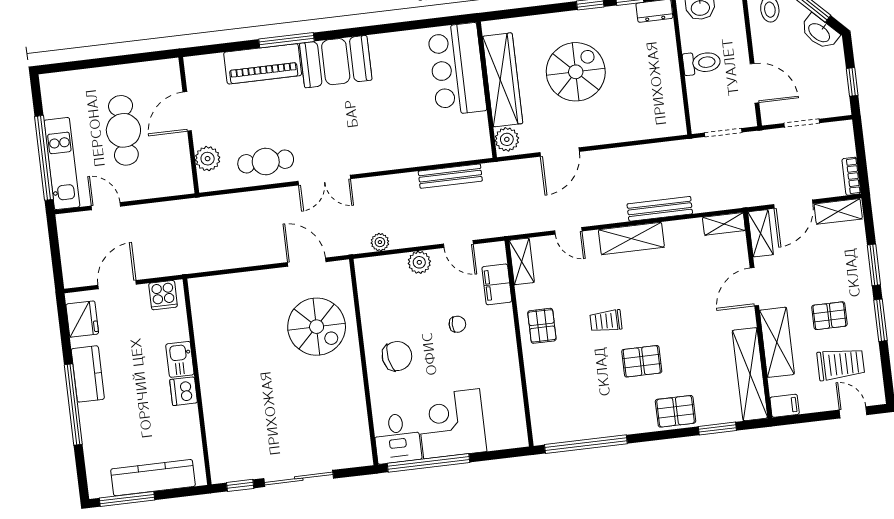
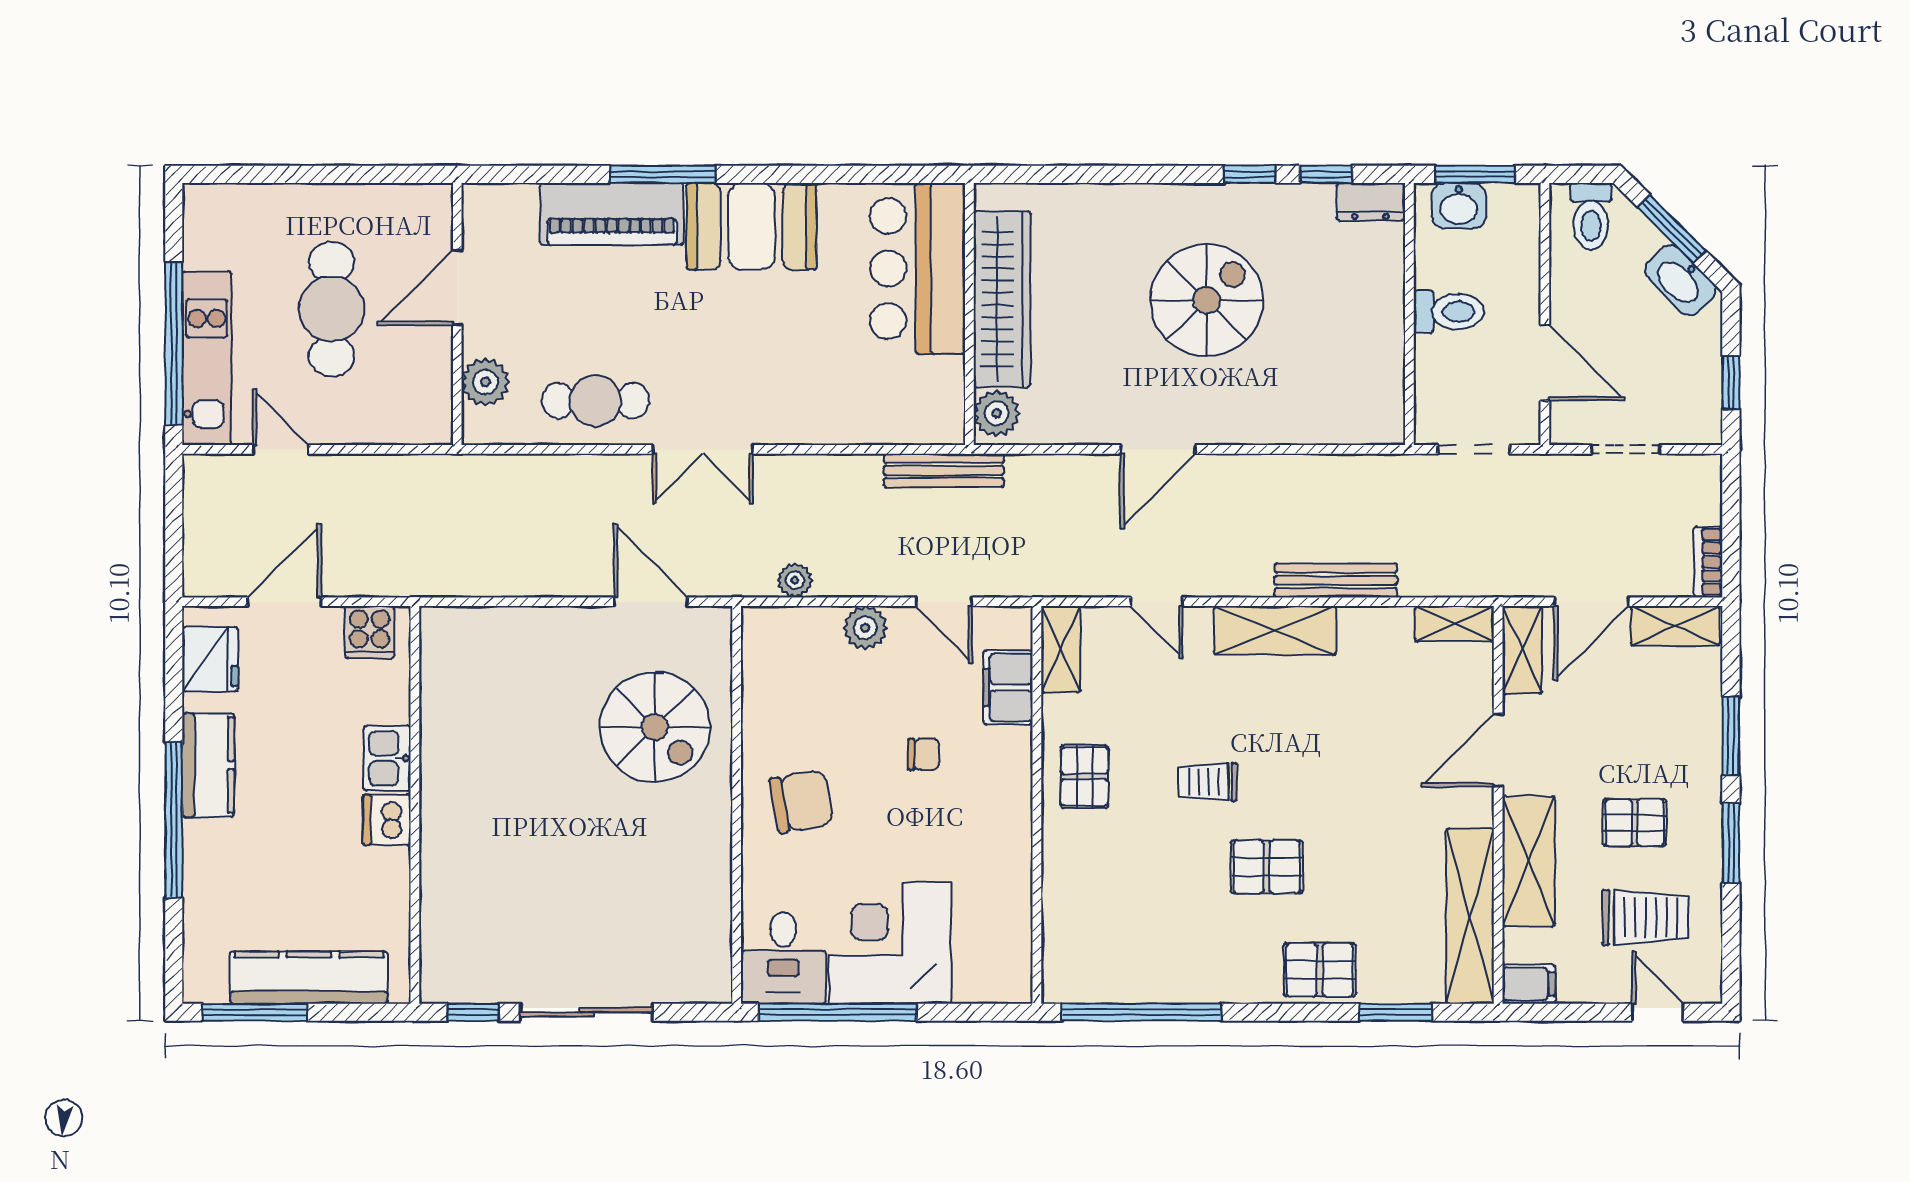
bar counter: (457, 69) -> (917, 268), moved
wardrobe: (503, 80) -> (1002, 299), moved
wall: (487, 90) -> (969, 314), moved
plant: (507, 139) -> (997, 413), moved

